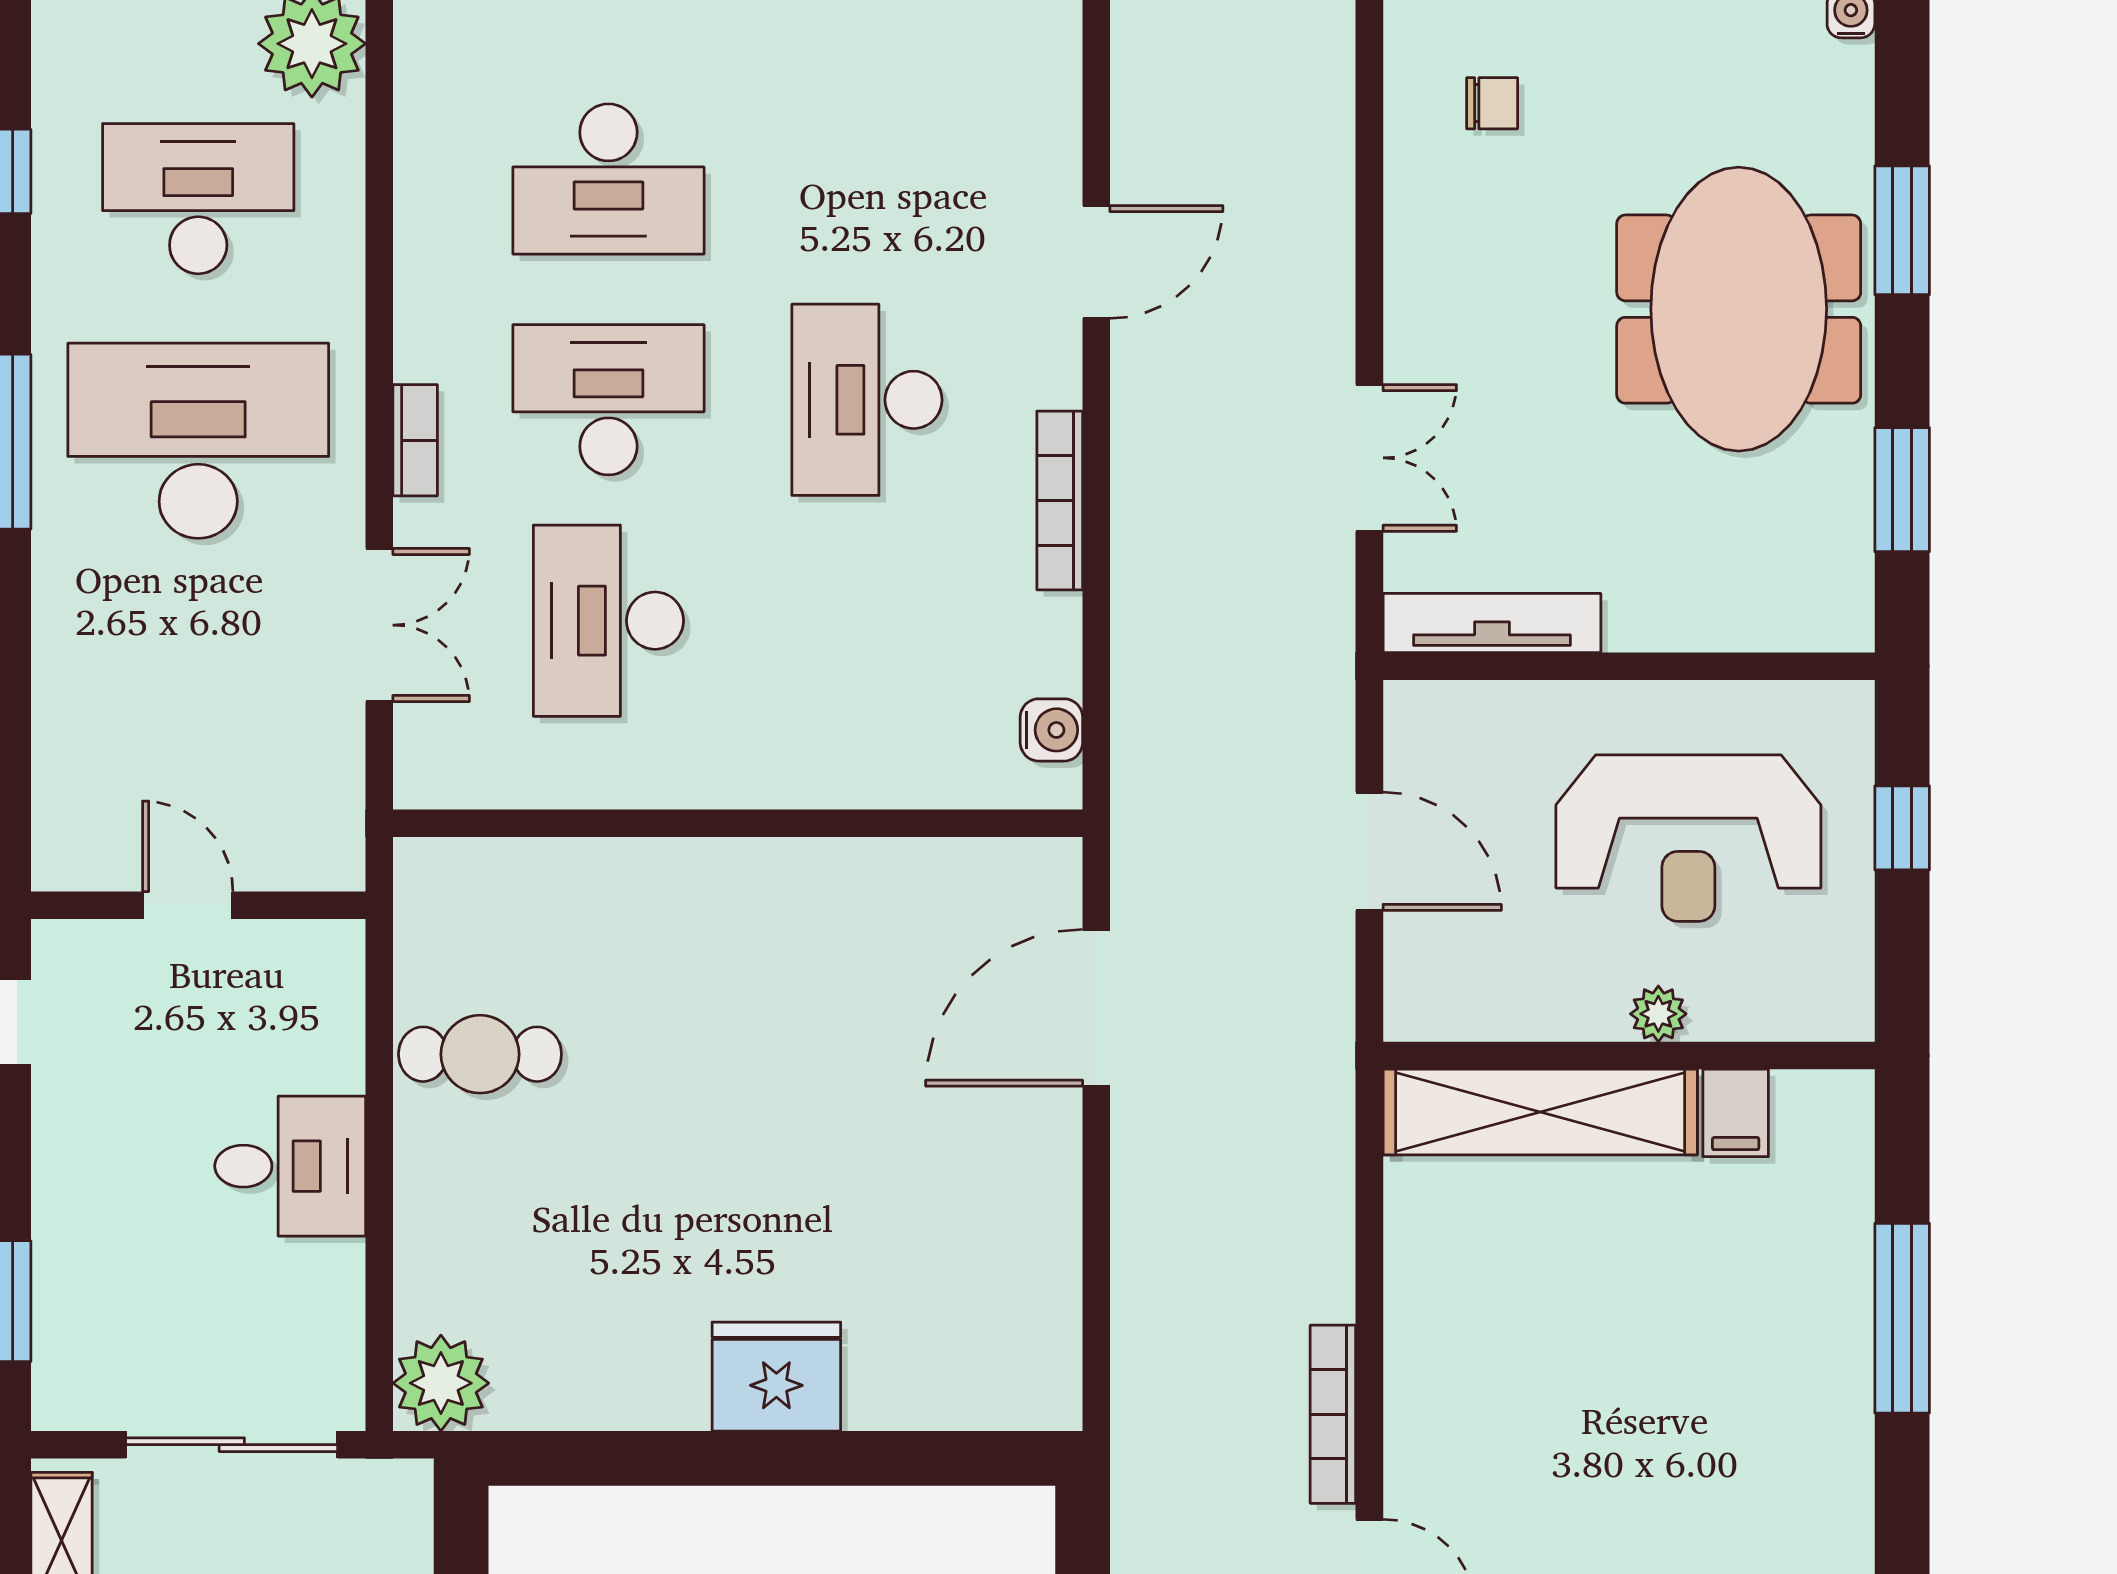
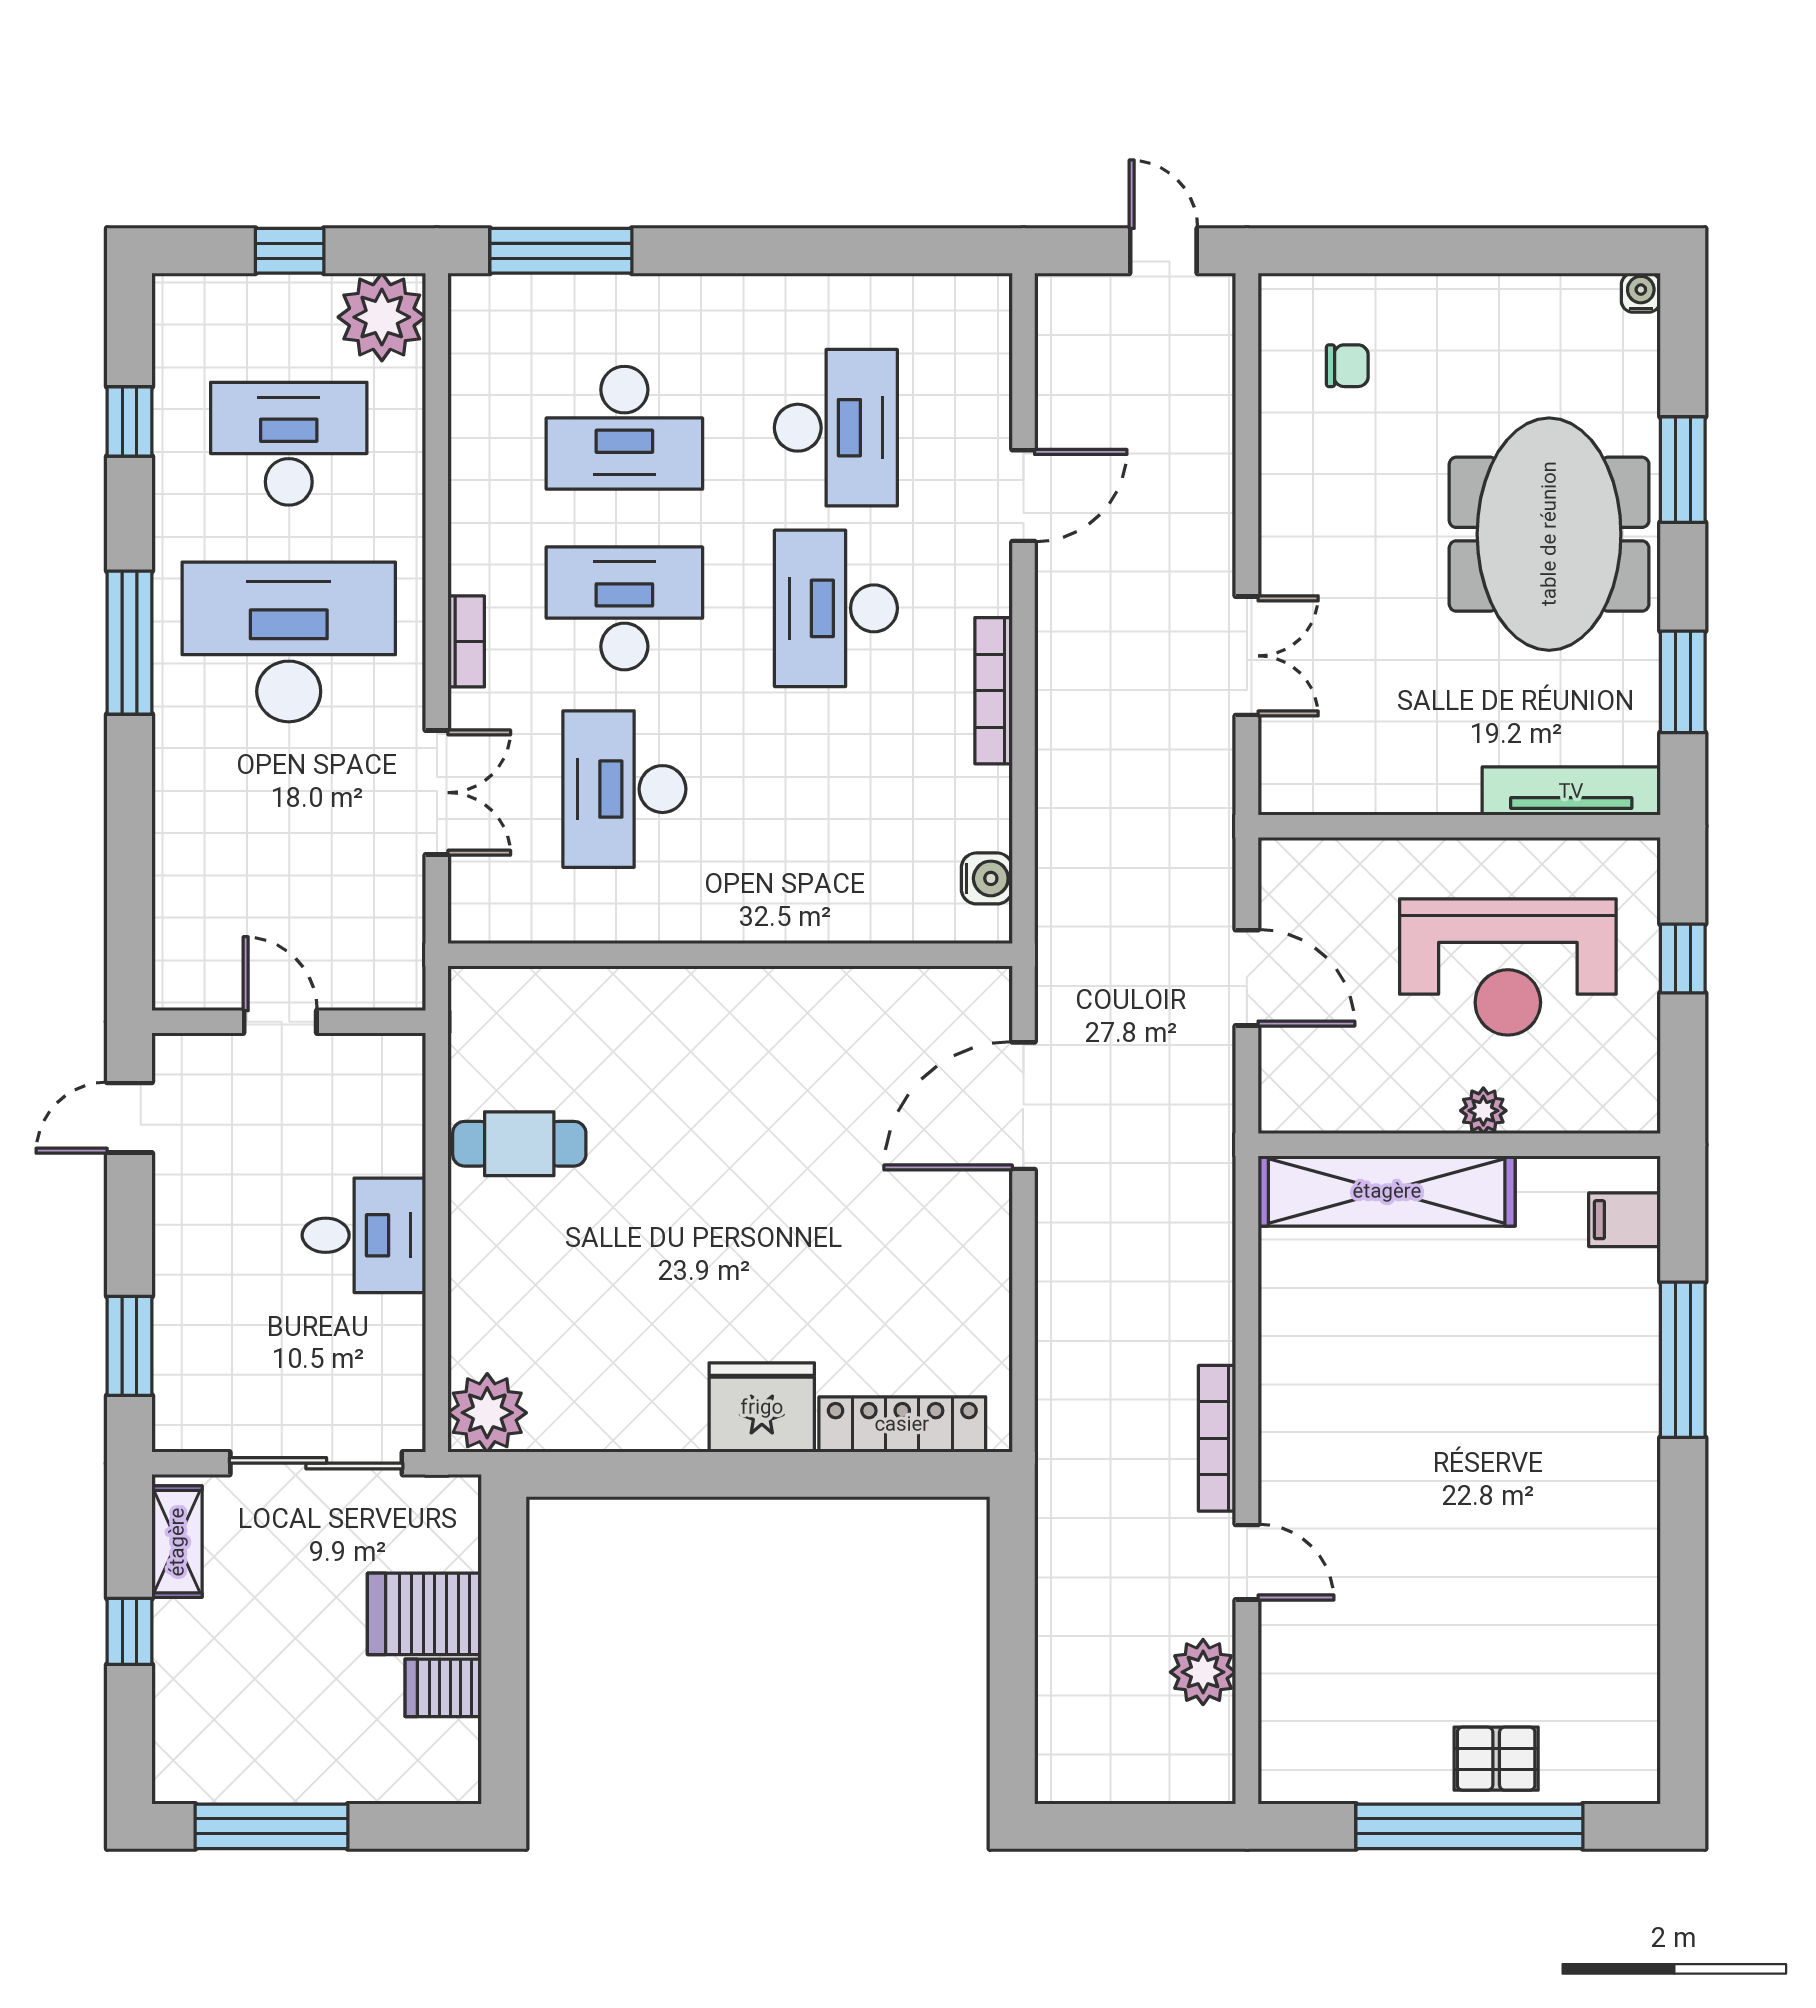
desk: (867, 179) -> (836, 428), added
tv unit: (1492, 623) -> (1571, 791), moved
filing cabinet: (1736, 1113) -> (1625, 1220), moved, turned 90
locker: (948, 1397) -> (902, 1424), added

